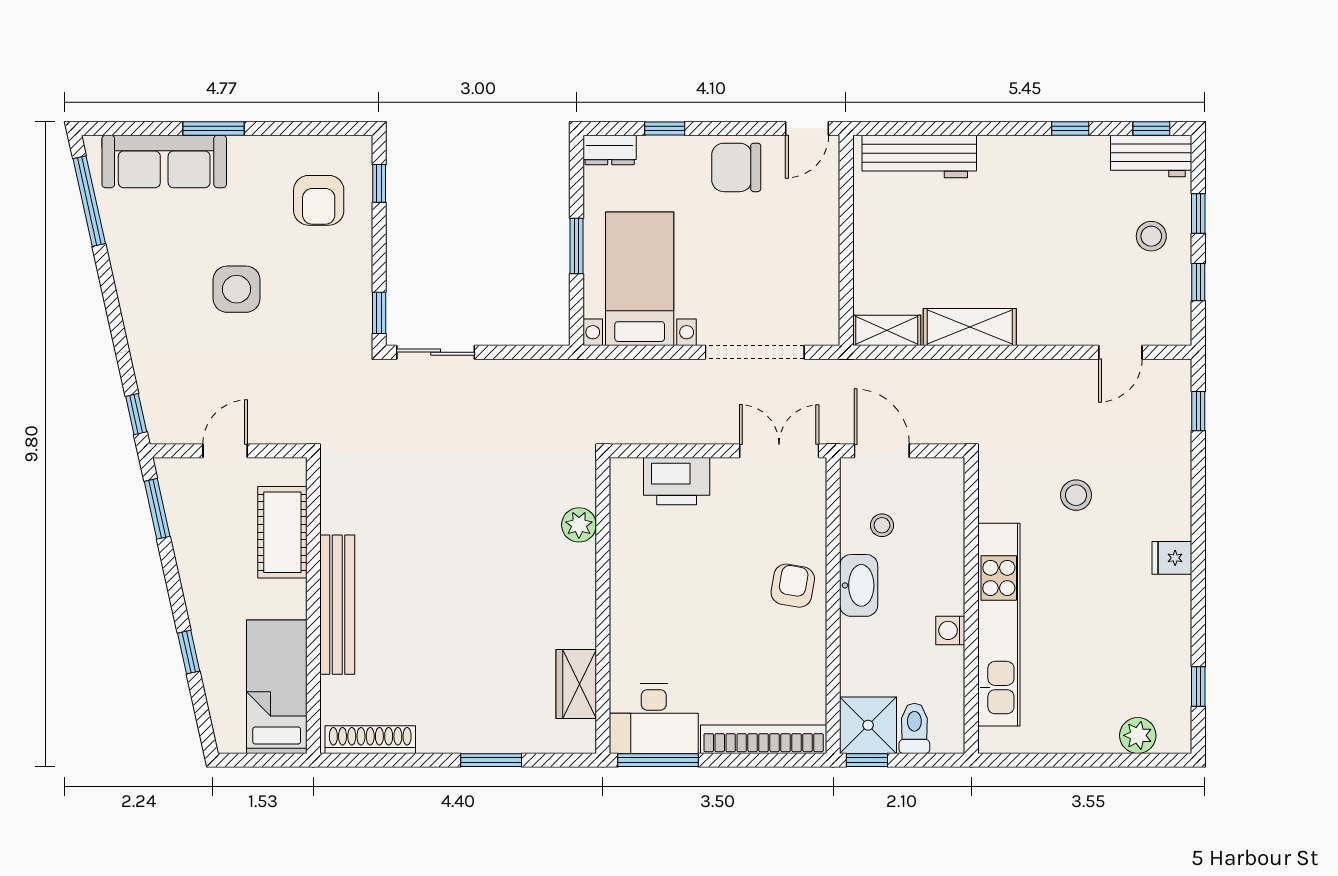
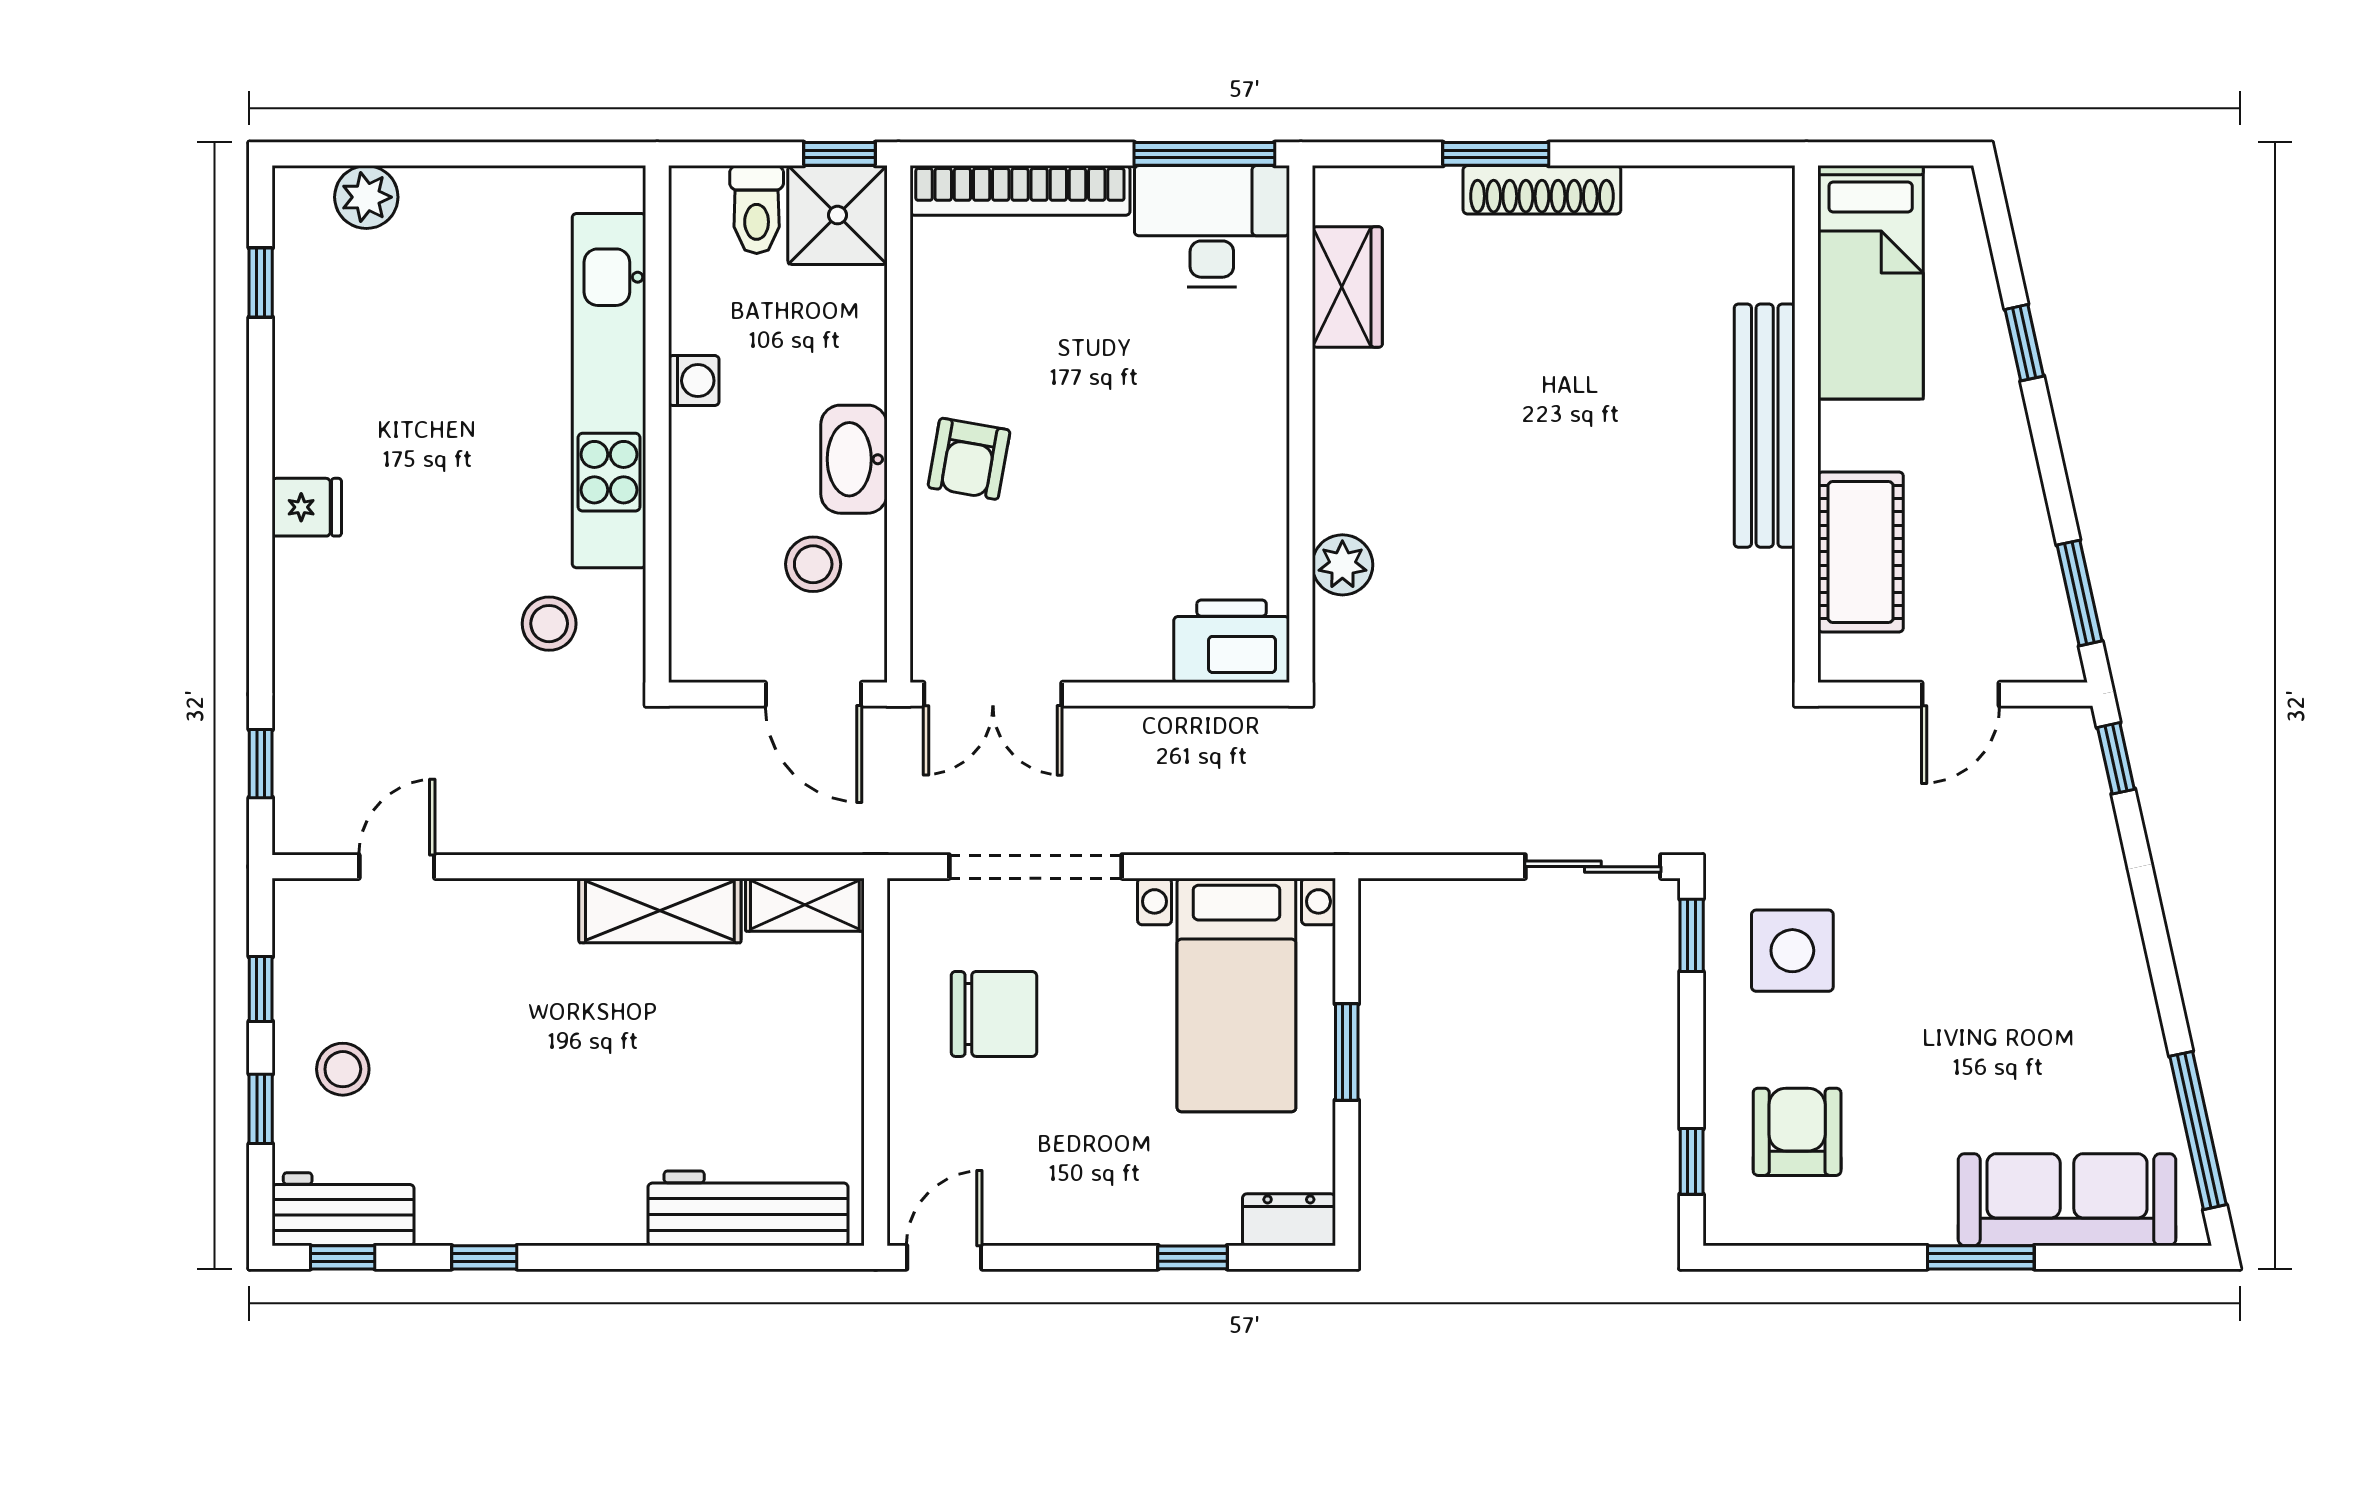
chair: (736, 167) -> (994, 1014), moved
side table: (237, 289) -> (1792, 951), moved
printer: (677, 481) -> (1232, 641), moved
stool: (1076, 495) -> (549, 624), moved
stool: (882, 525) -> (813, 564), width x1.37, depth x1.37
shoe rack: (370, 740) -> (1542, 190), moved

